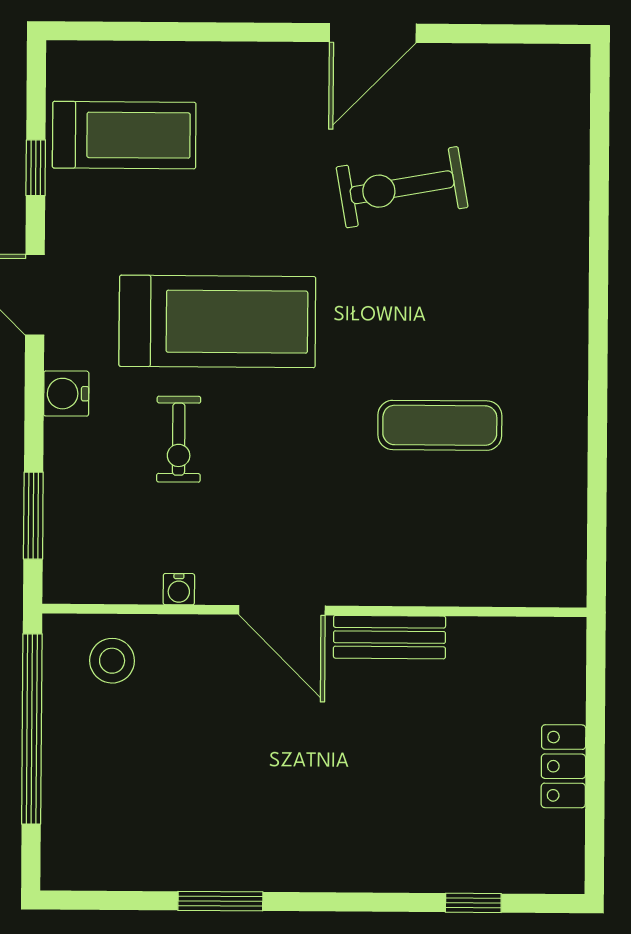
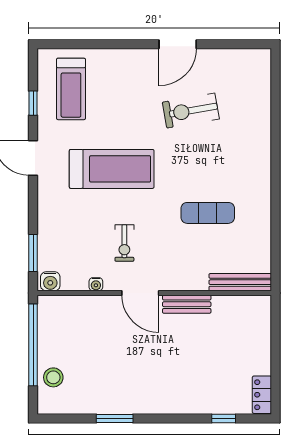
treadmill: (124, 135) -> (71, 89), turned 90
water cooler: (66, 394) -> (50, 281), moved, turned -90
exercise bike: (179, 439) -> (124, 243), moved
bench: (514, 587) -> (240, 282), added
stool: (112, 661) -> (53, 377), moved
locker: (563, 766) -> (262, 395), moved

